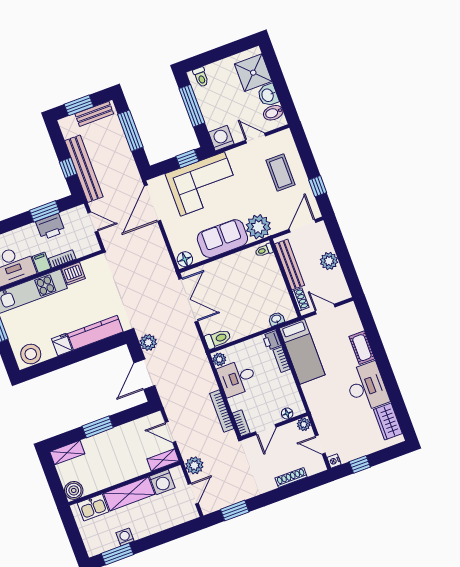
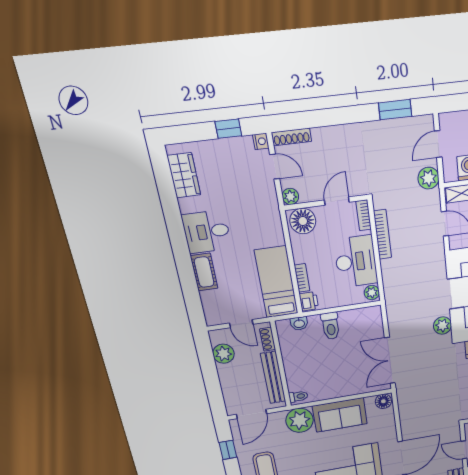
plant: (329, 261) -> (223, 354), moved
toilet: (218, 339) -> (331, 326), moved, turned -90
desk: (237, 378) -> (356, 261), width x1.37
desk: (367, 387) -> (207, 232), width x0.73
floor lamp: (287, 414) -> (303, 221), width x1.89, depth x1.89
shoe rack: (291, 478) -> (291, 137), moved

